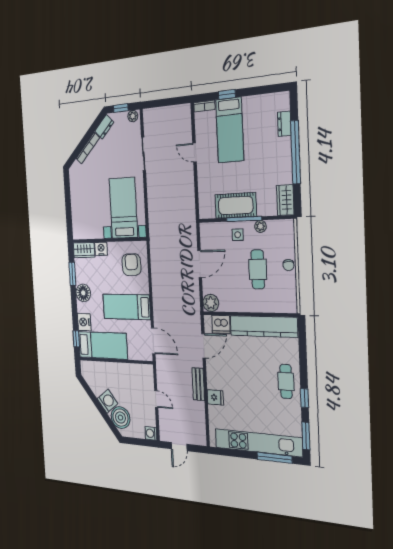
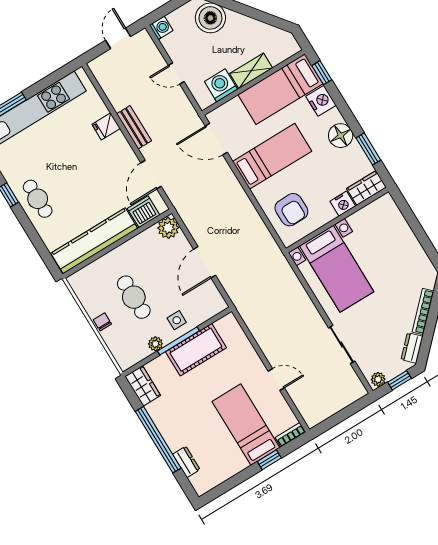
shelving: (113, 369) -> (251, 71), added
washing machine: (108, 401) -> (221, 85), moved, turned 128

